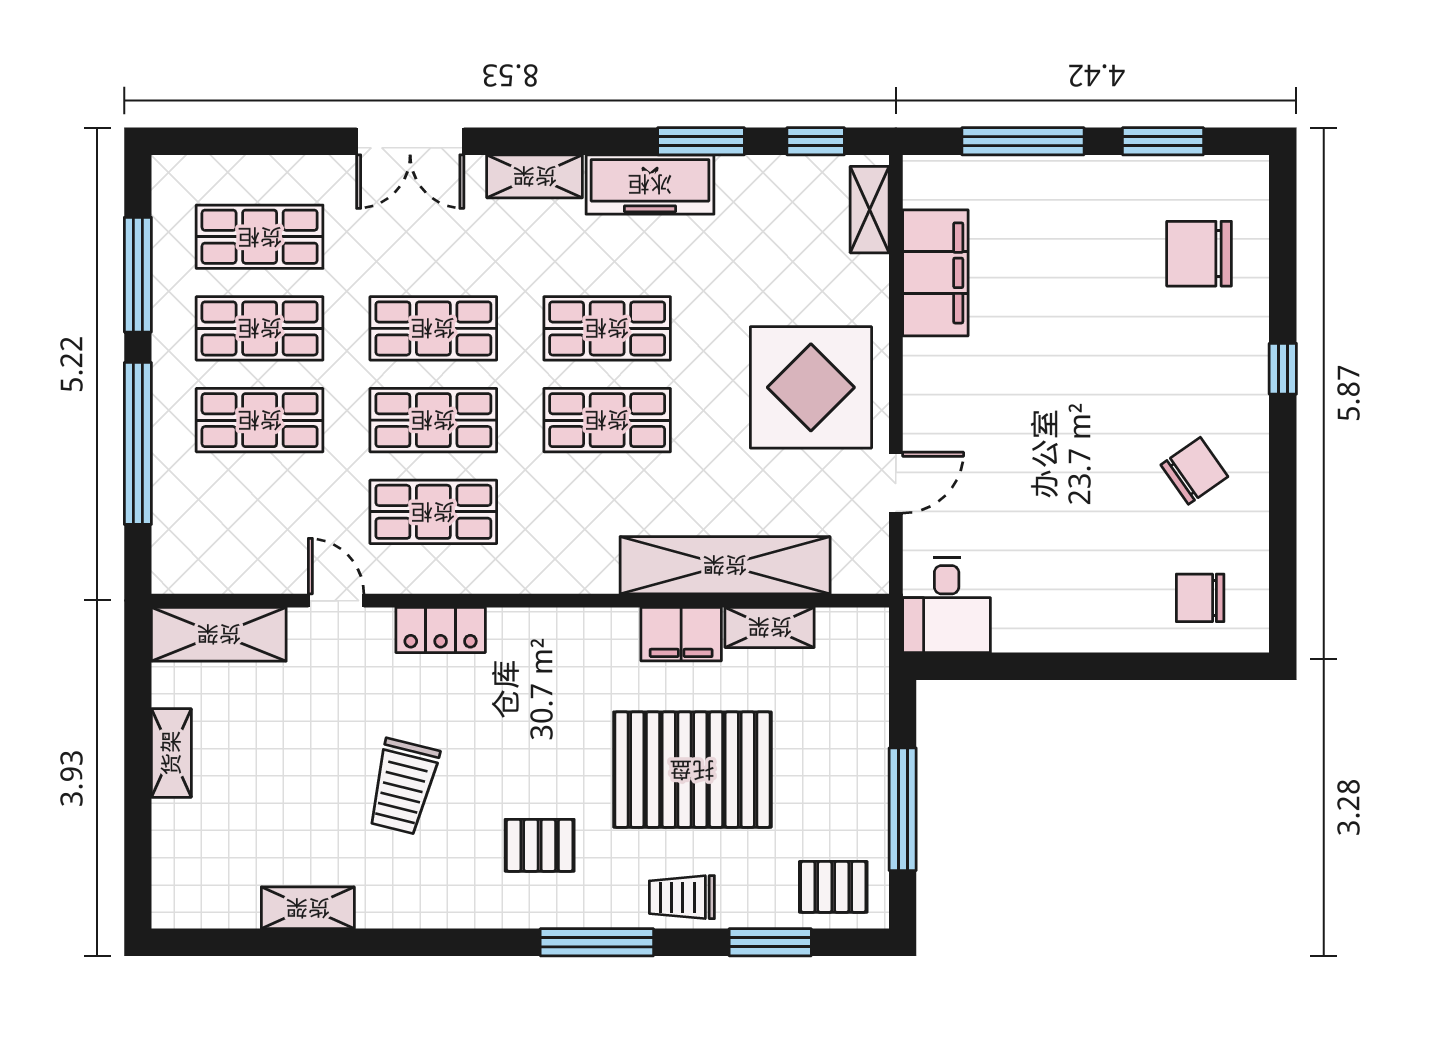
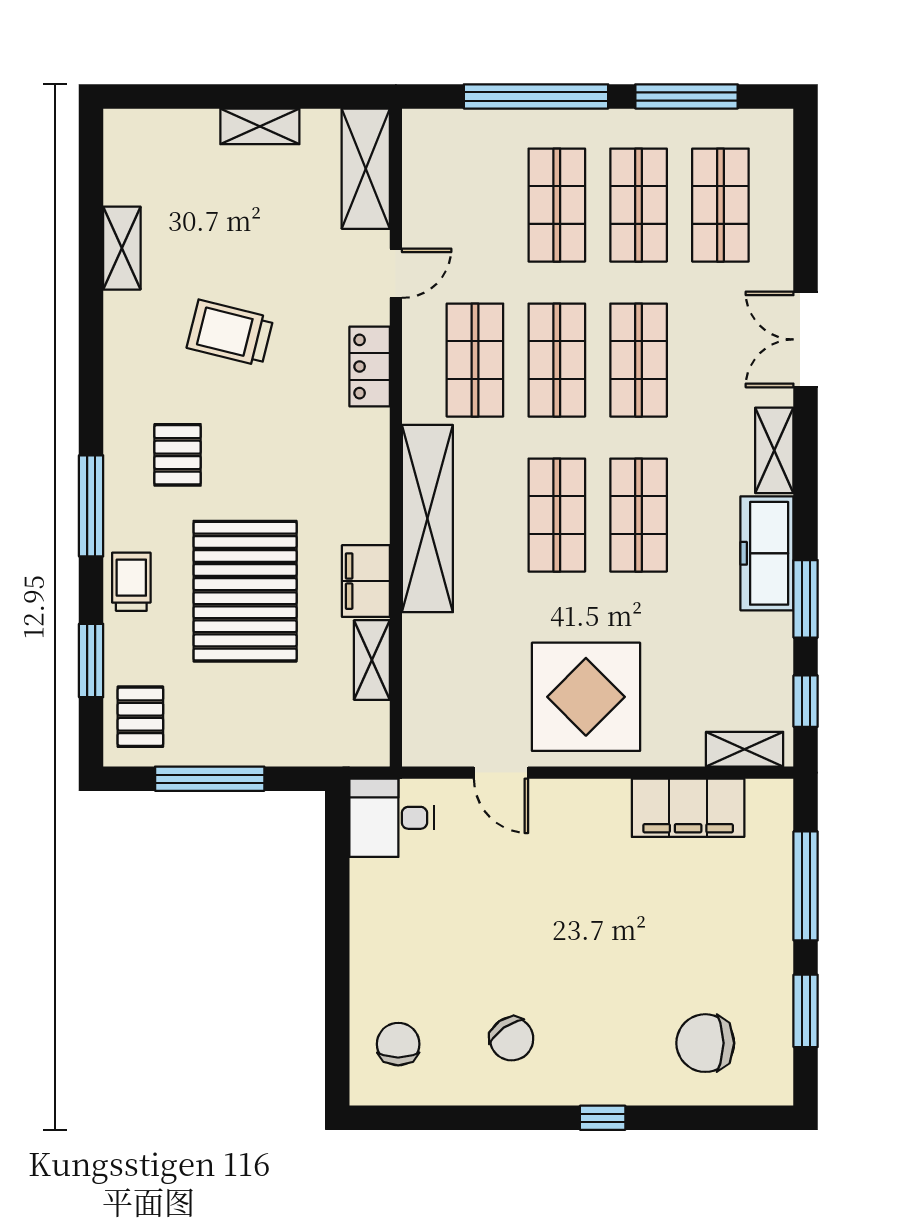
chair: (1199, 254) -> (705, 1043), turned -90
shelving: (725, 565) -> (427, 519), moved

